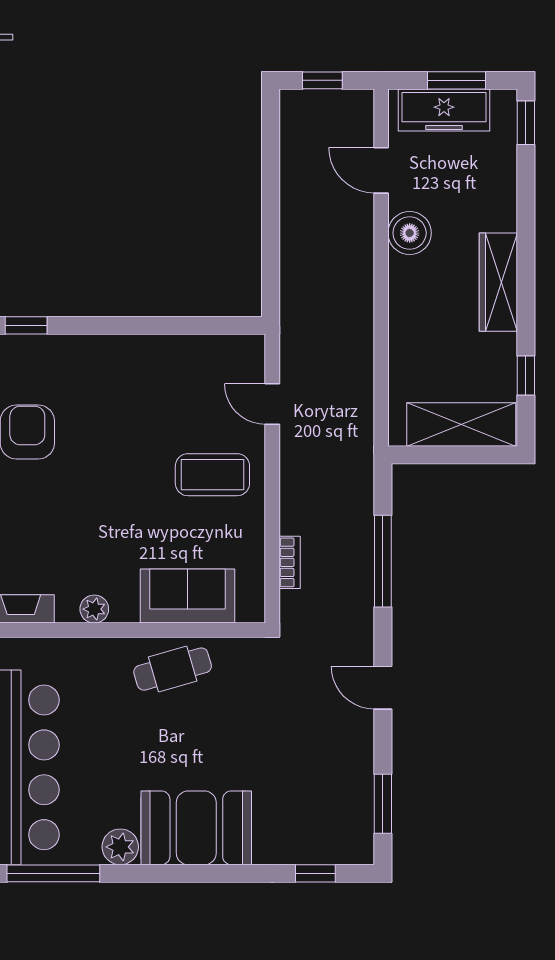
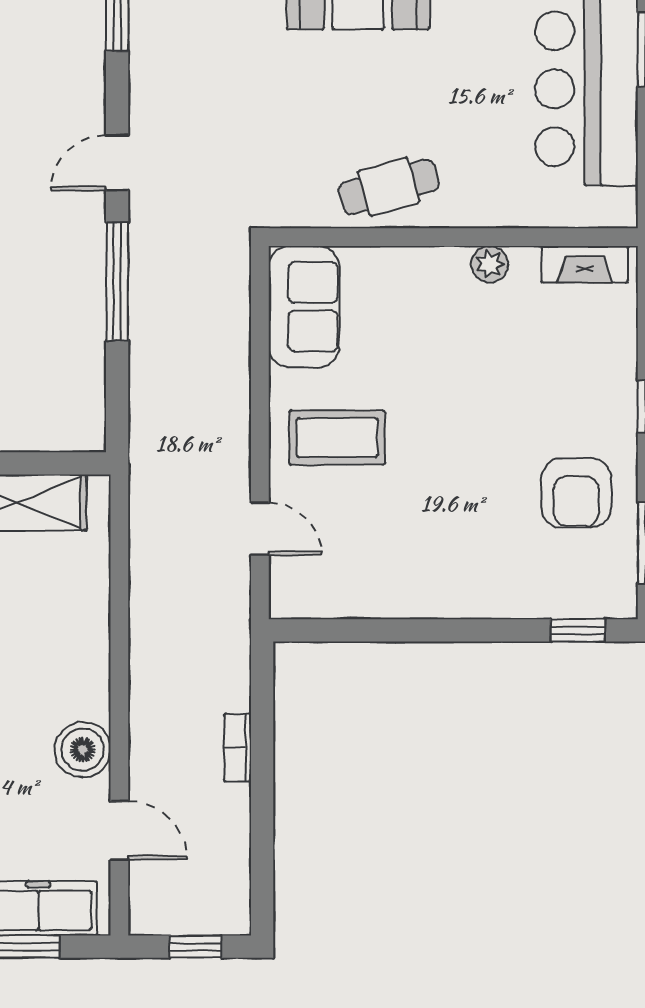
window: (383, 561) -> (117, 282), moved
bookcase: (290, 562) -> (238, 748), moved
sofa: (187, 596) -> (304, 307), moved, turned -90
door: (383, 688) -> (117, 163), swing flipped

